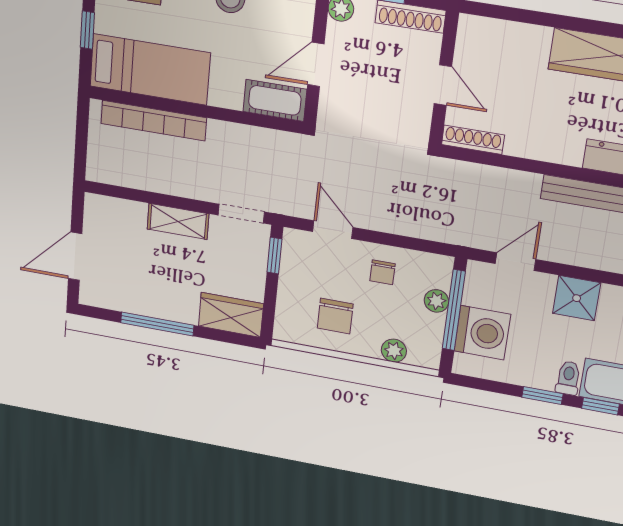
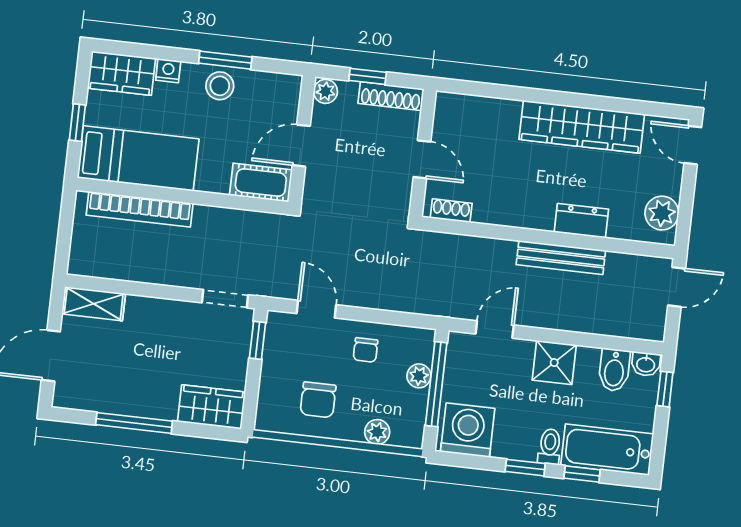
shoe rack: (473, 140) -> (451, 211), width x0.70
shelving: (178, 221) -> (94, 304), moved
washing machine: (482, 333) -> (468, 430), moved, turned -90

